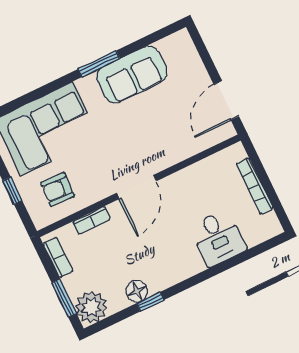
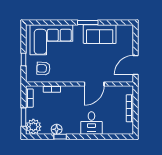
door: (137, 187) -> (94, 84), moved
desk: (218, 238) -> (91, 123), moved

